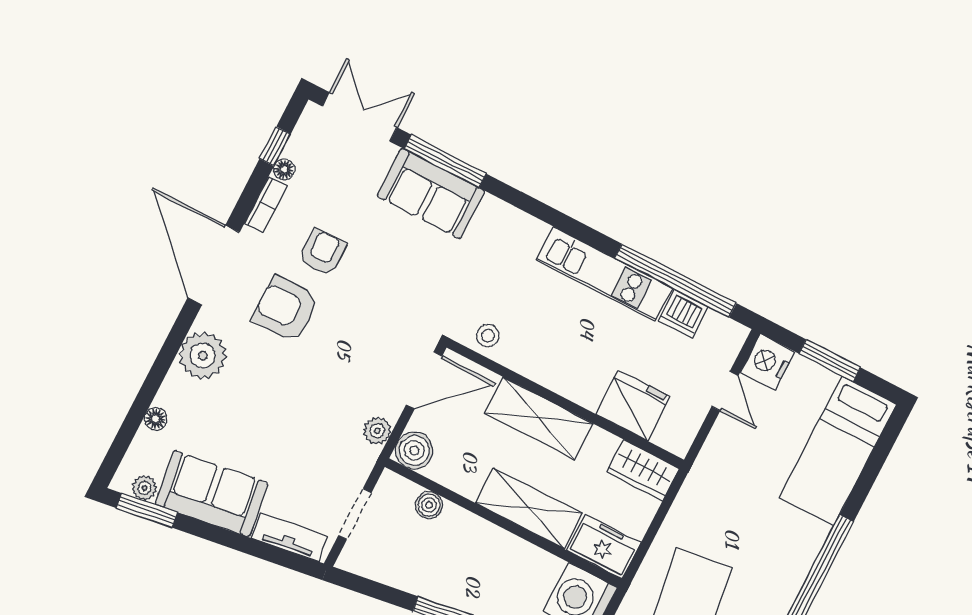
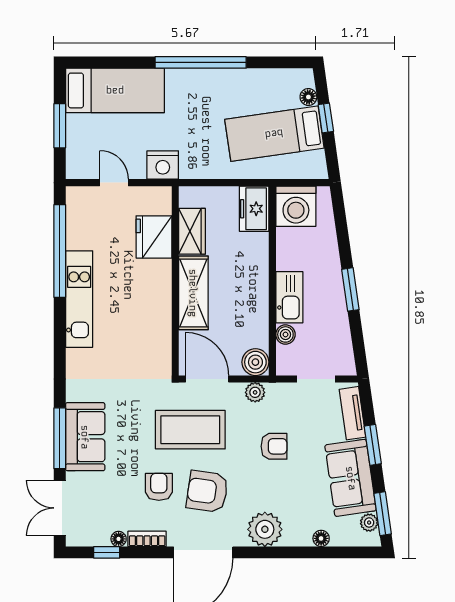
armchair: (322, 252) -> (159, 487), turned 90
armchair: (286, 309) -> (207, 491), turned 98
dishwasher: (683, 314) -> (78, 235), removed
coffee table: (373, 327) -> (190, 430), added
stool: (488, 336) -> (157, 353), removed
nightstand: (768, 362) -> (163, 165), moved
door: (725, 391) -> (114, 183), hinge flipped
armchair: (299, 420) -> (274, 446), added
wardrobe: (643, 470) -> (192, 231), moved
shelving: (529, 508) -> (254, 269), removed
kitchen sink: (472, 533) -> (289, 297), added
window: (238, 542) -> (373, 445), added

